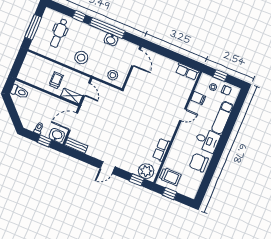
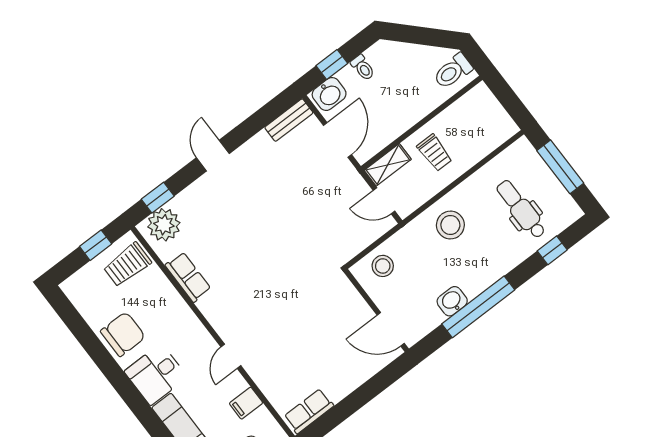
window: (79, 16) -> (552, 250), moved

